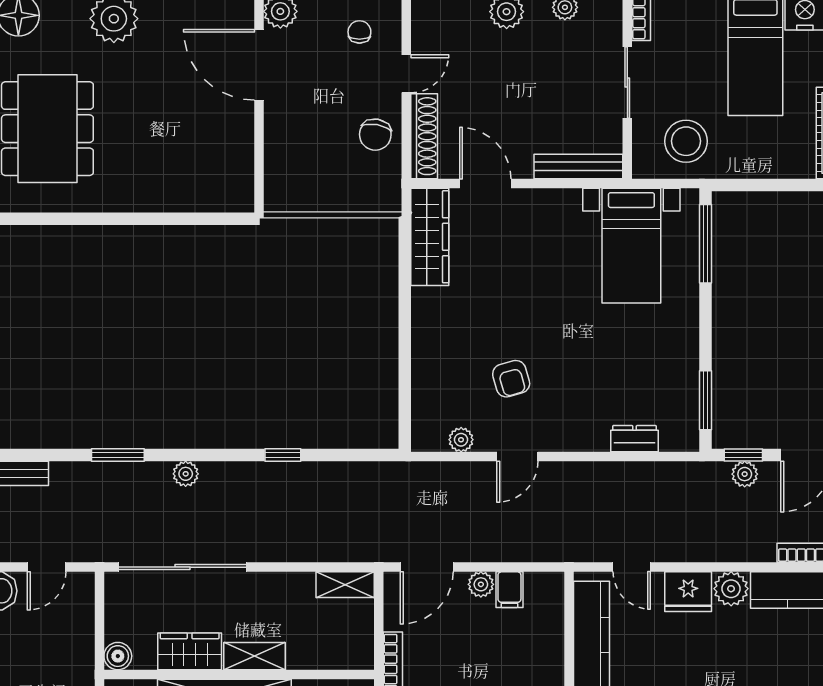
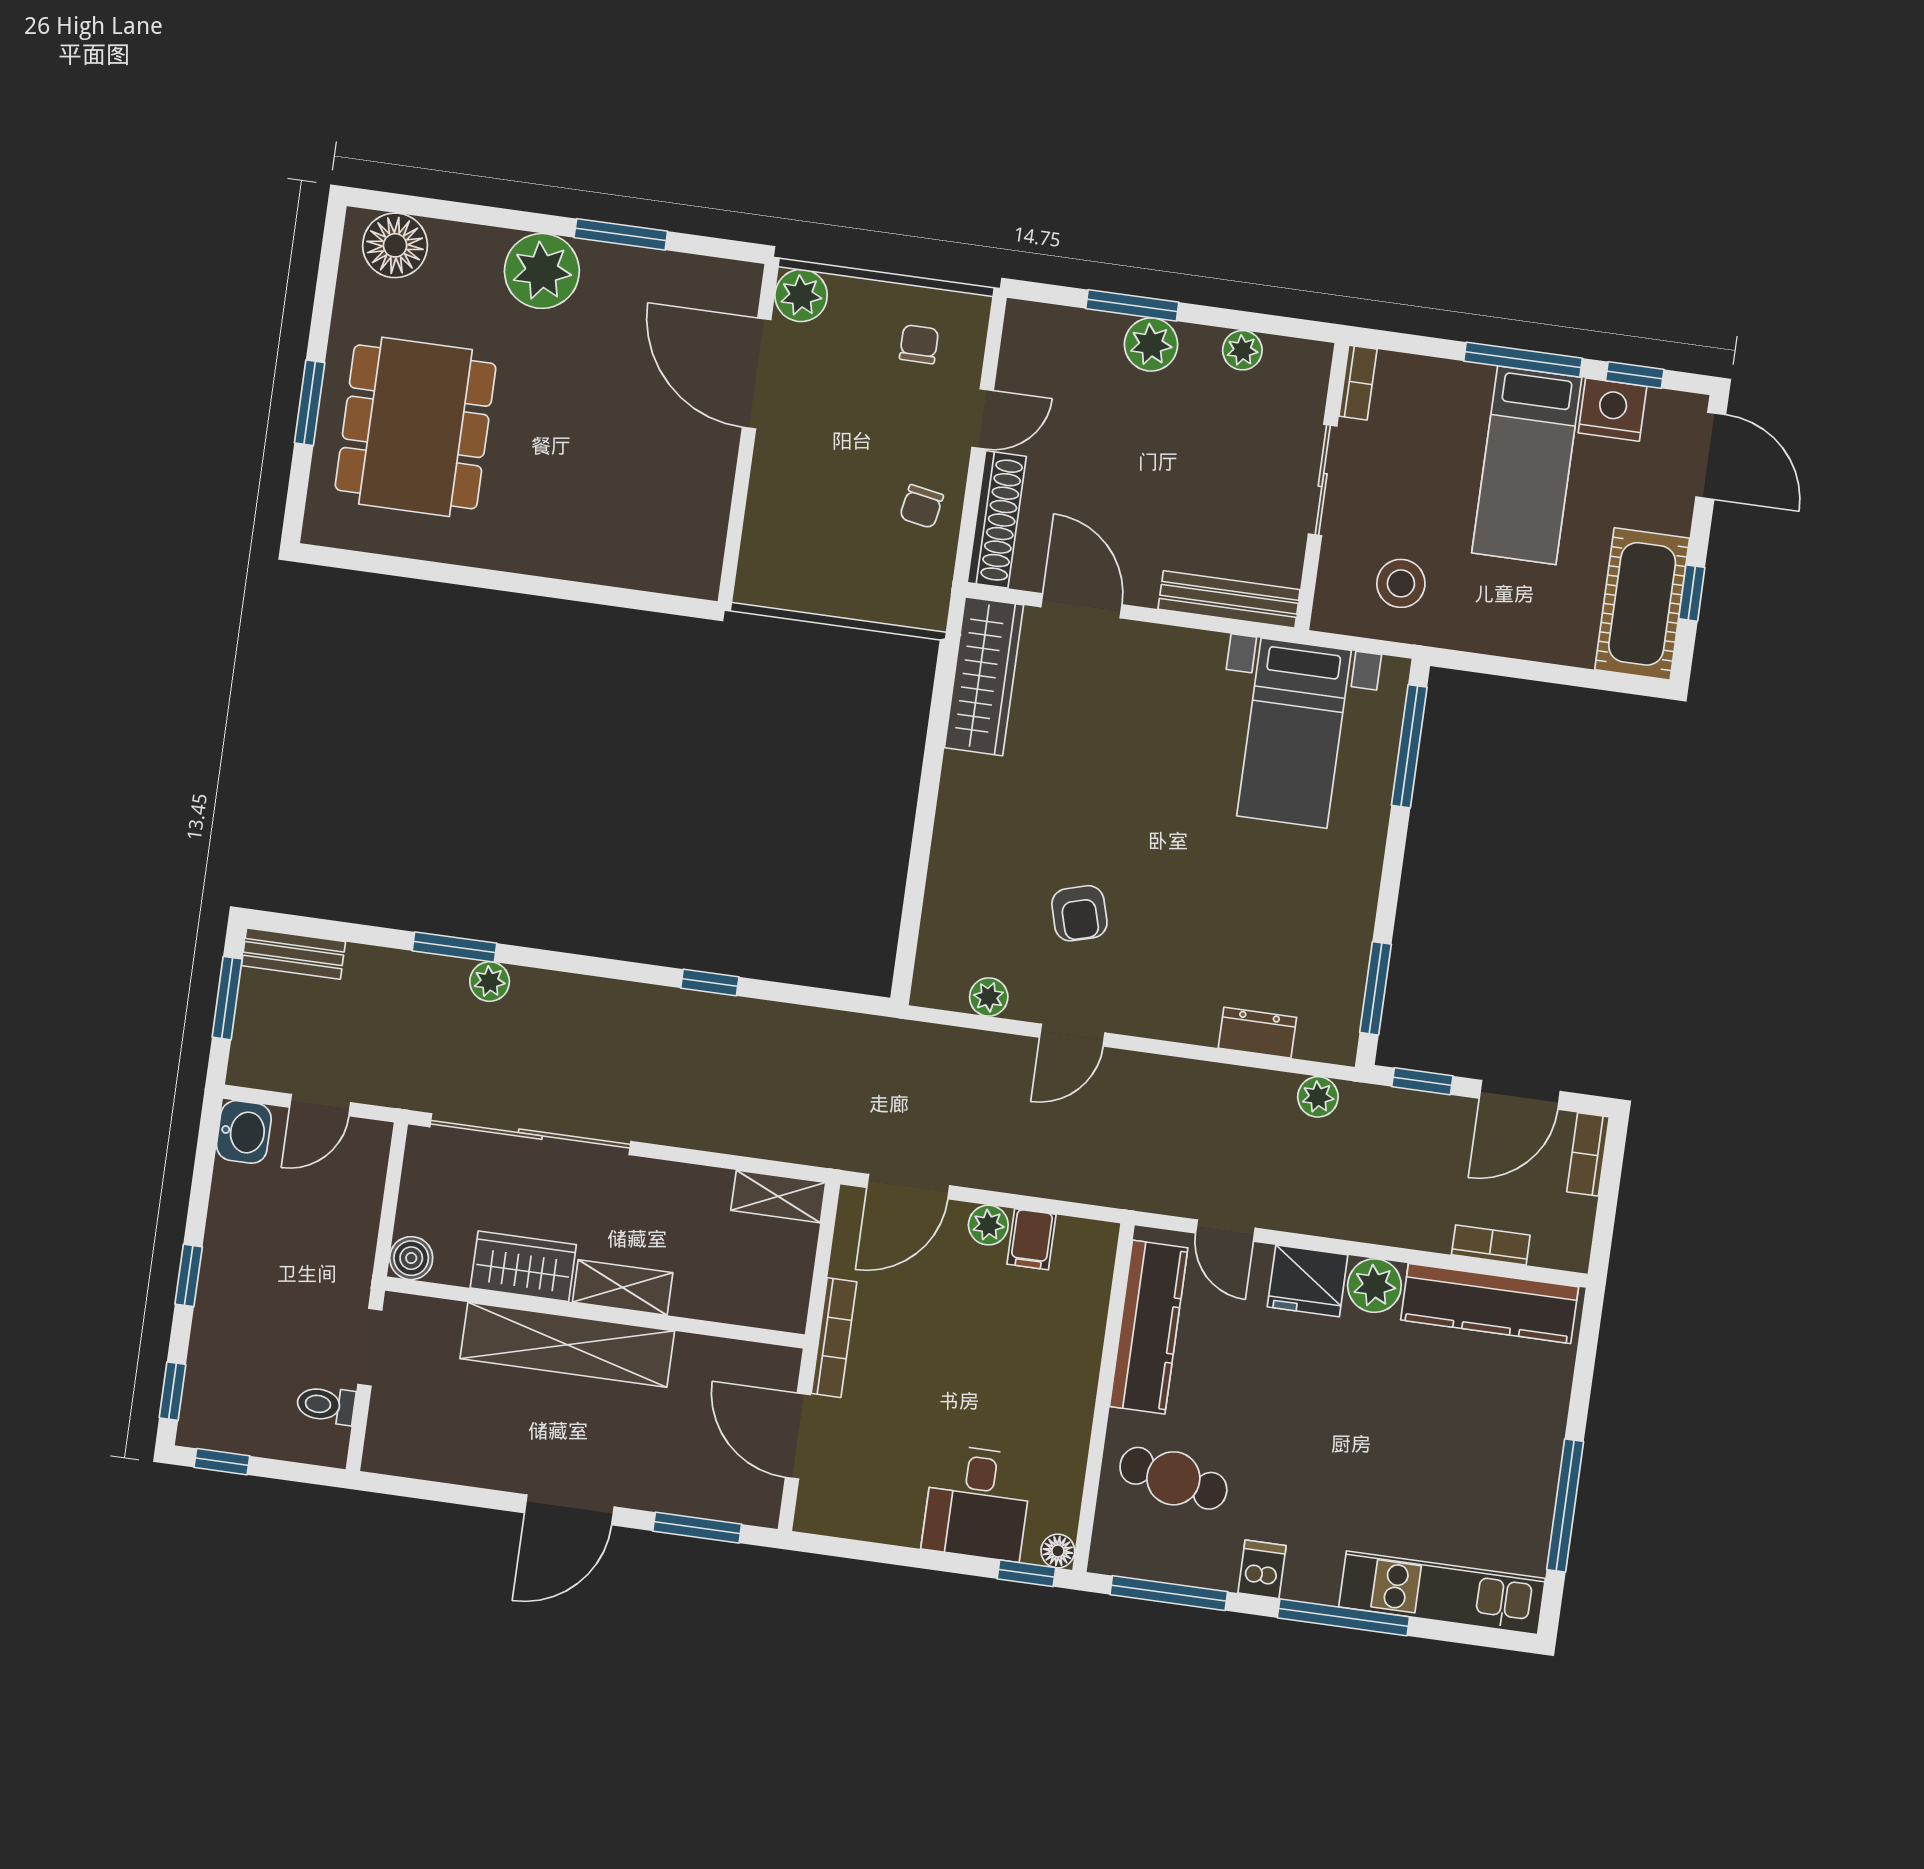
chair: (375, 135) -> (922, 506), width x0.73, depth x0.73
stool: (686, 141) -> (1401, 583), width x0.73, depth x0.73
plant: (186, 474) -> (490, 982), moved
plant: (745, 474) -> (1318, 1097), moved

